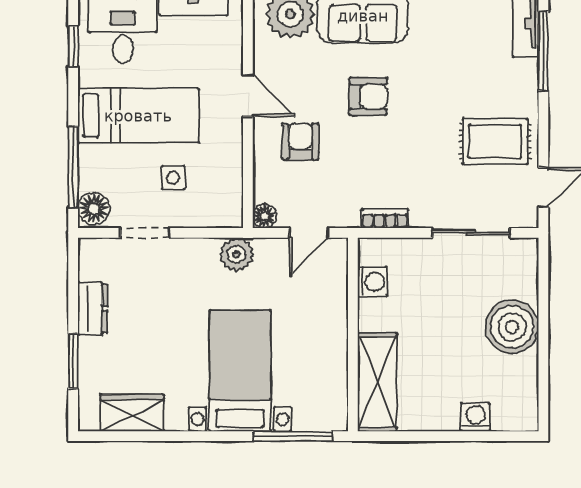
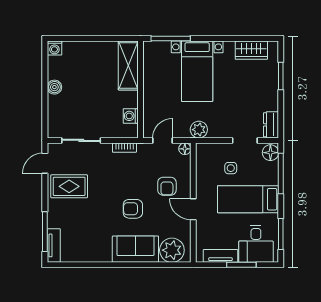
window: (73, 46) -> (281, 234), width x1.50
dresser: (93, 309) -> (271, 125), moved
boiler: (512, 327) -> (54, 87), width x0.54, depth x0.54
washing machine: (475, 417) -> (54, 48), moved

